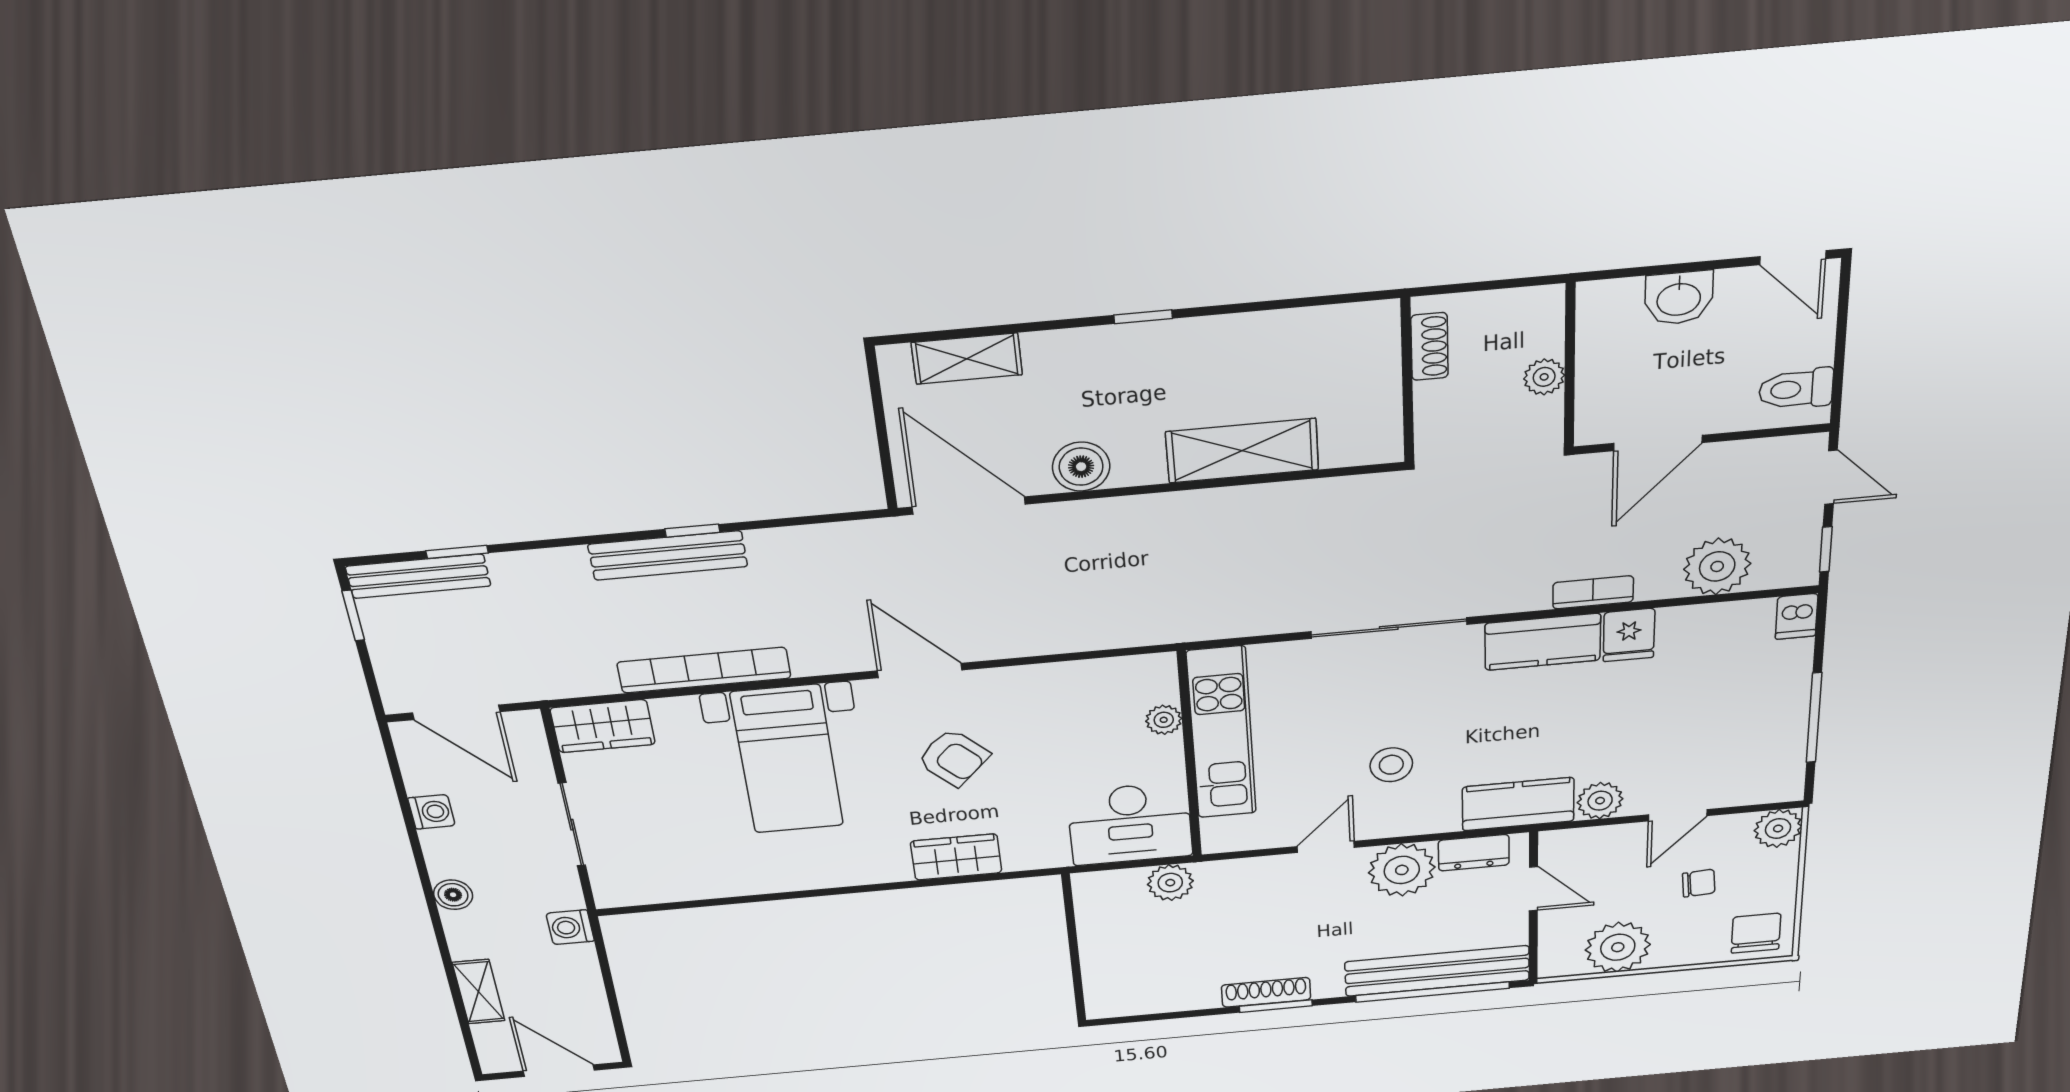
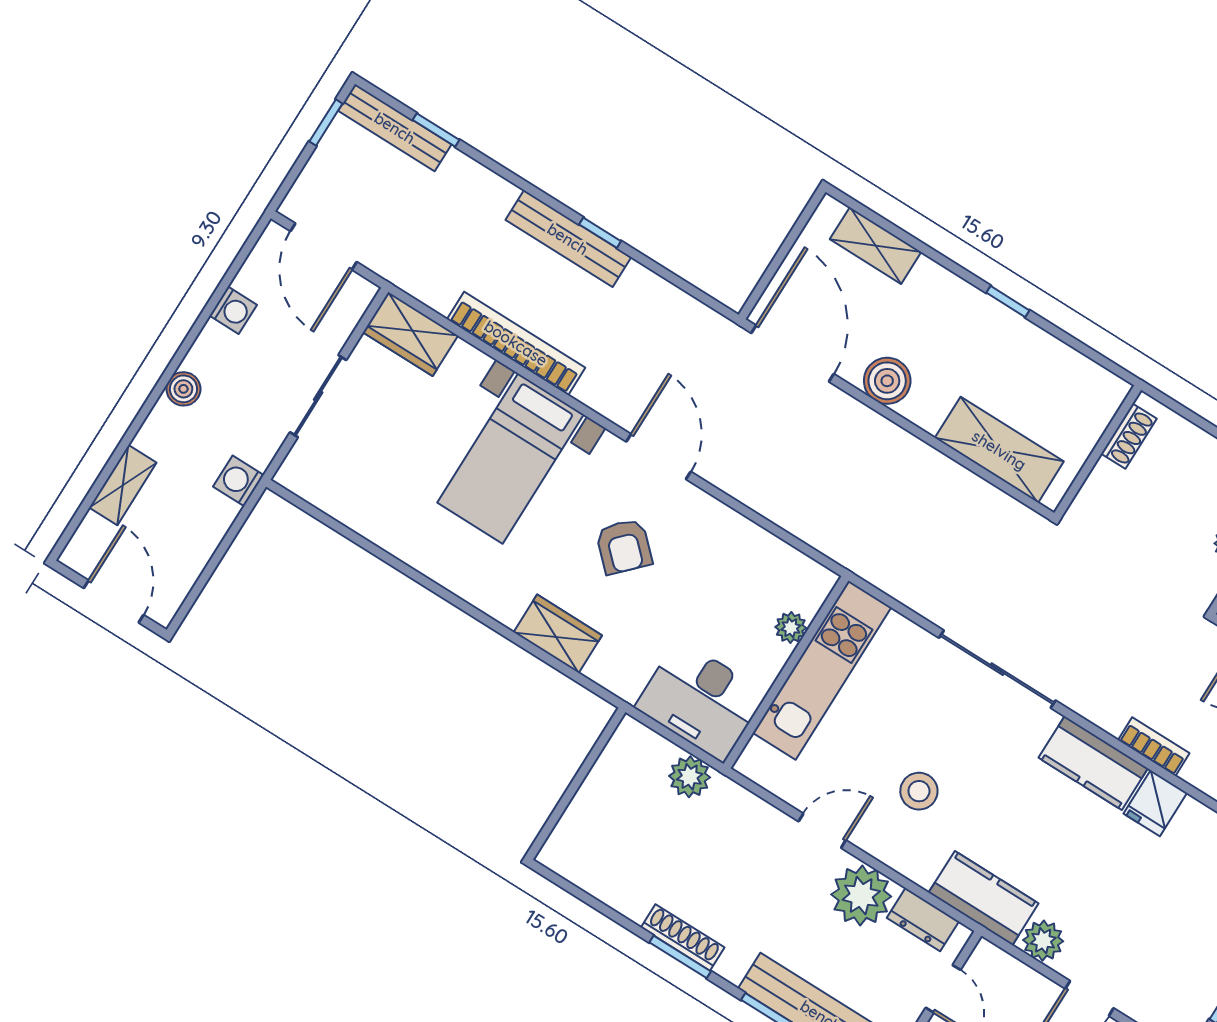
shoe rack: (1429, 347) -> (1129, 436), moved
wall: (1407, 381) -> (1098, 451), moved

